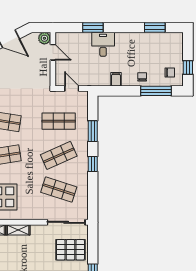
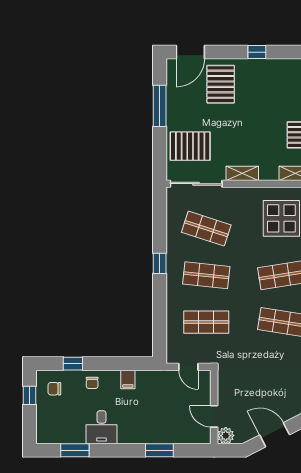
desk: (103, 44) -> (102, 427), moved
window: (156, 91) -> (73, 364), width x0.46
window: (93, 131) -> (160, 308), removed
shop shelf: (59, 155) -> (206, 275), turned 30
shelving: (18, 230) -> (242, 173), moved

